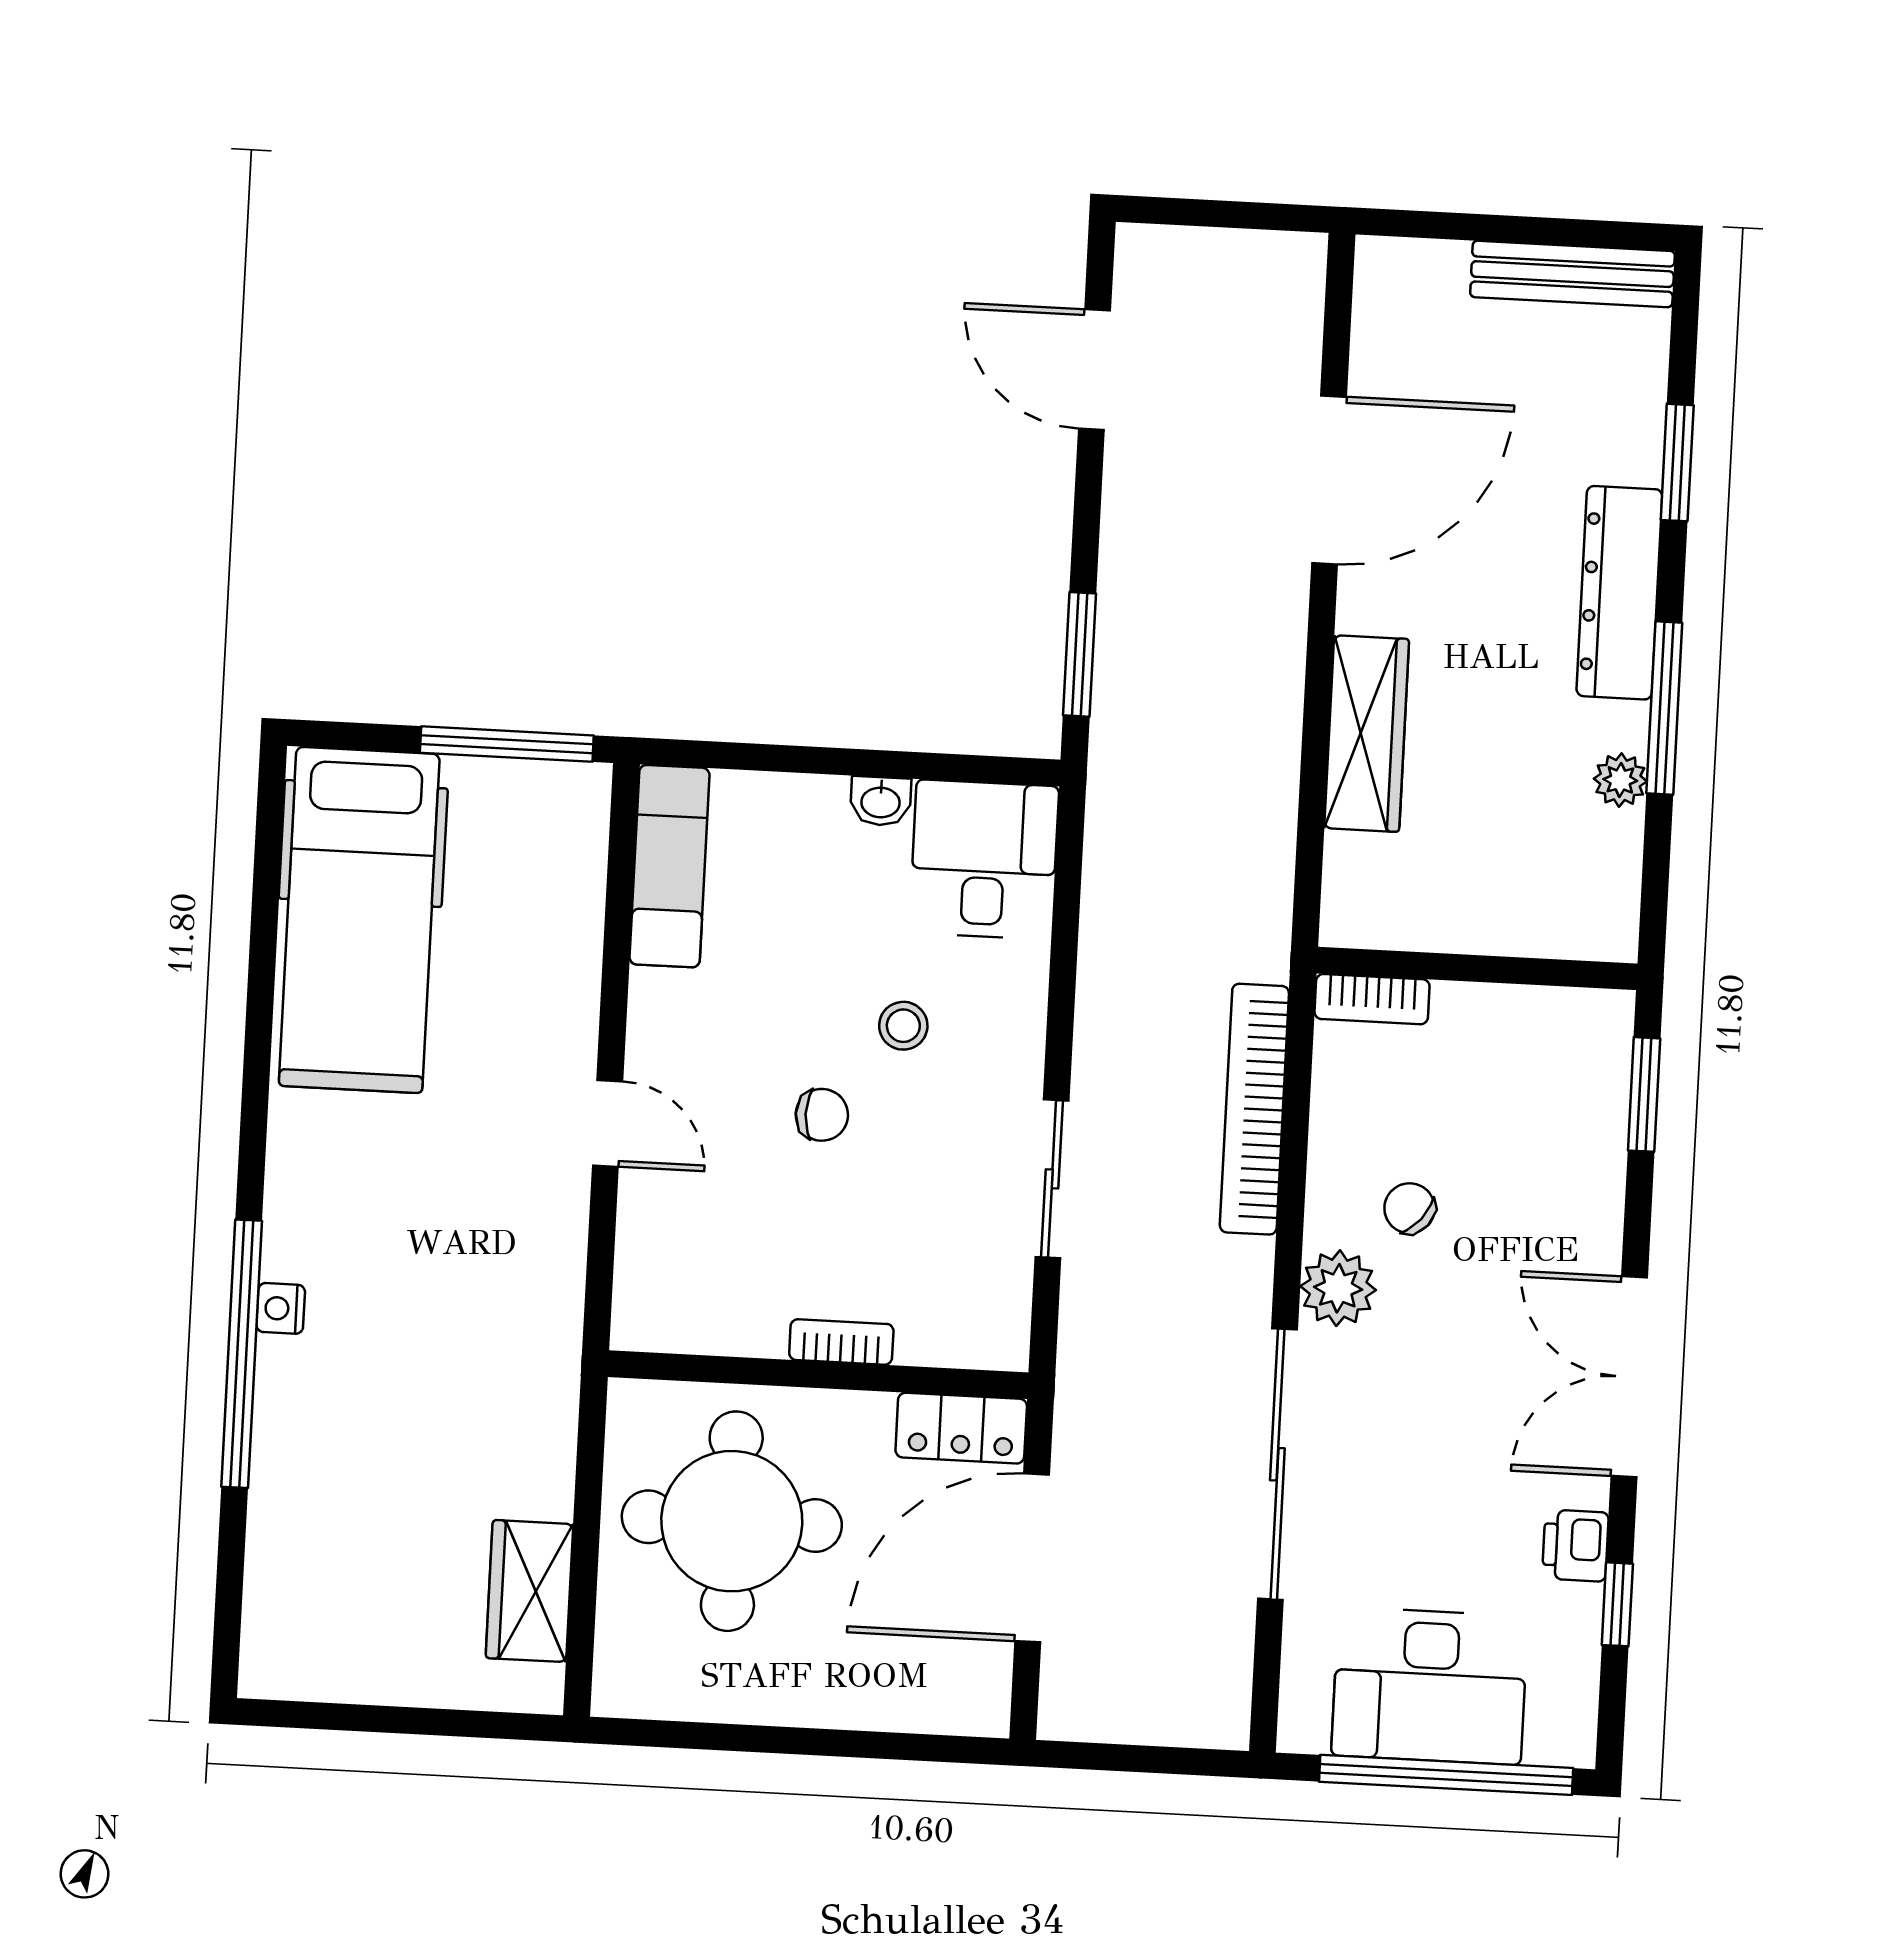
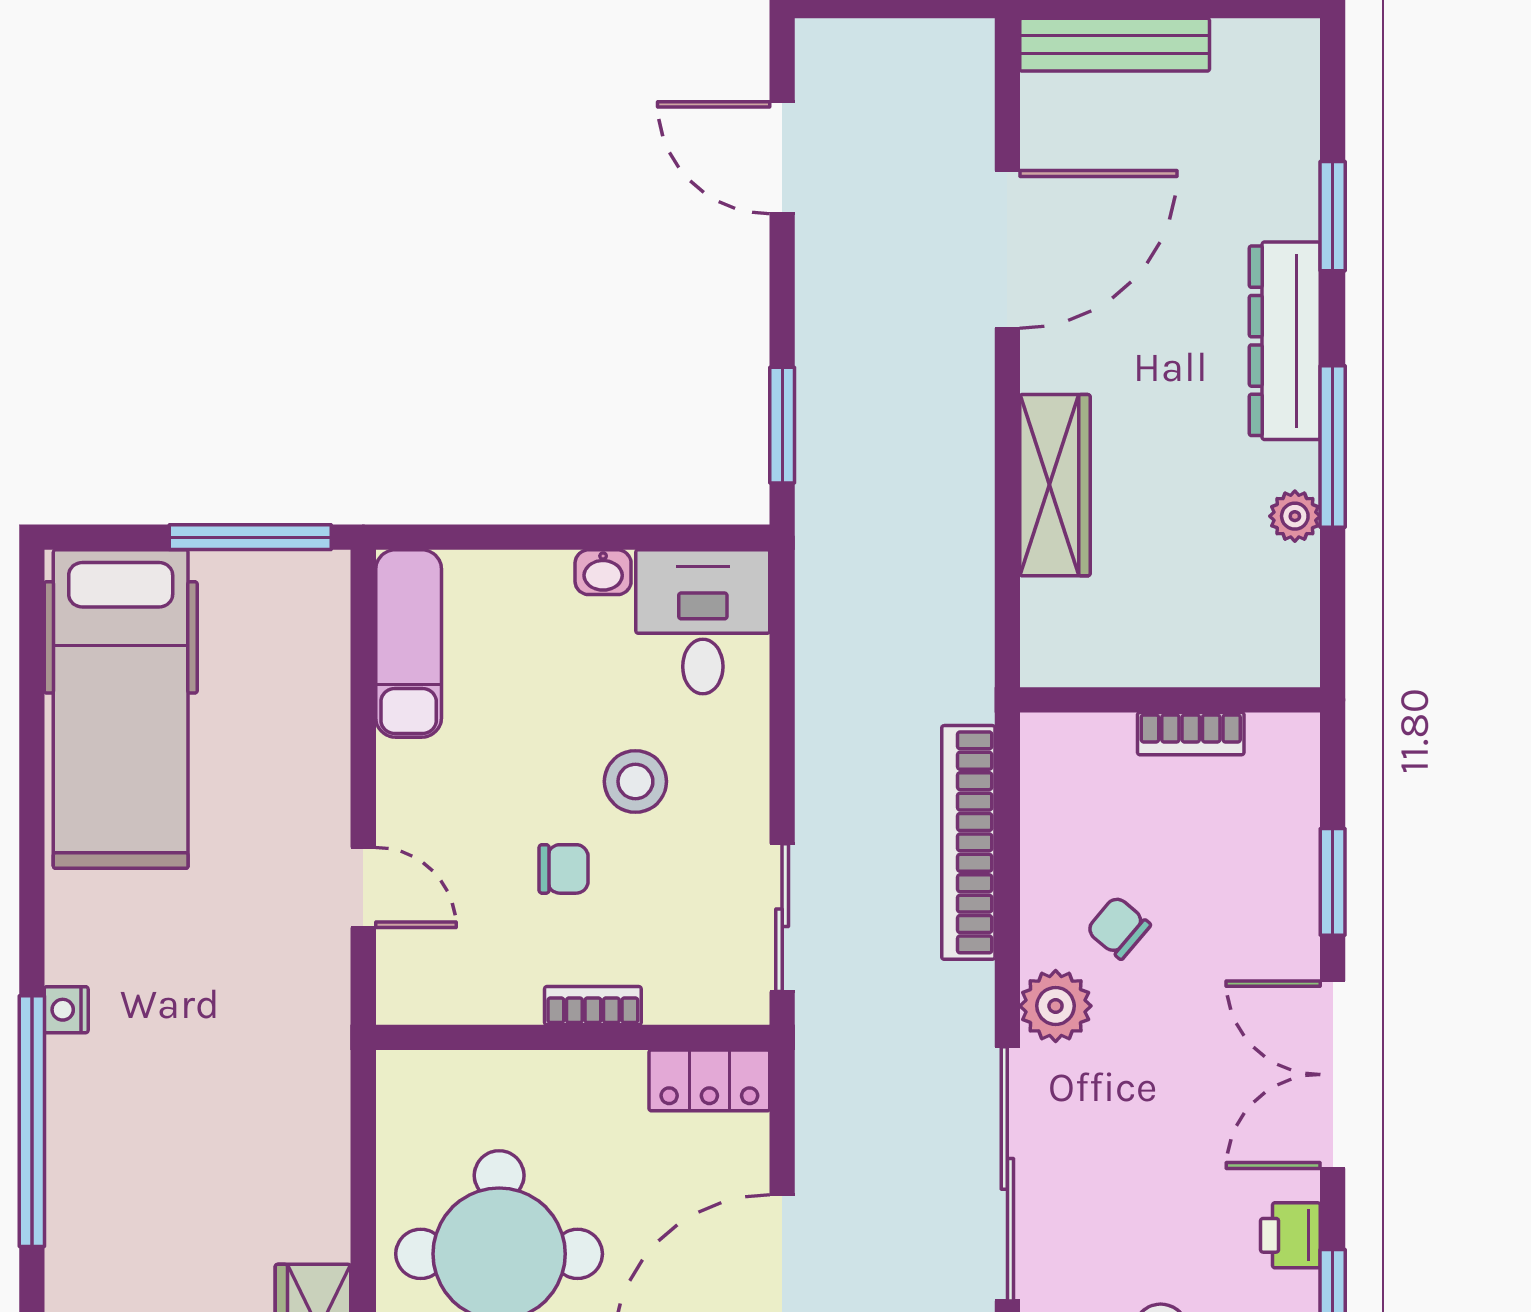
bench: (1572, 274) -> (1115, 45), moved
bookcase: (1372, 999) -> (1191, 734), moved
stool: (903, 1026) -> (635, 781), width x1.37, depth x1.37
window: (1644, 1094) -> (1333, 882), moved
nightstand: (281, 1308) -> (66, 1010), moved
bookcase: (841, 1342) -> (593, 1006), moved
wall: (818, 1375) -> (573, 1037), moved
locker: (961, 1428) -> (709, 1080), moved

